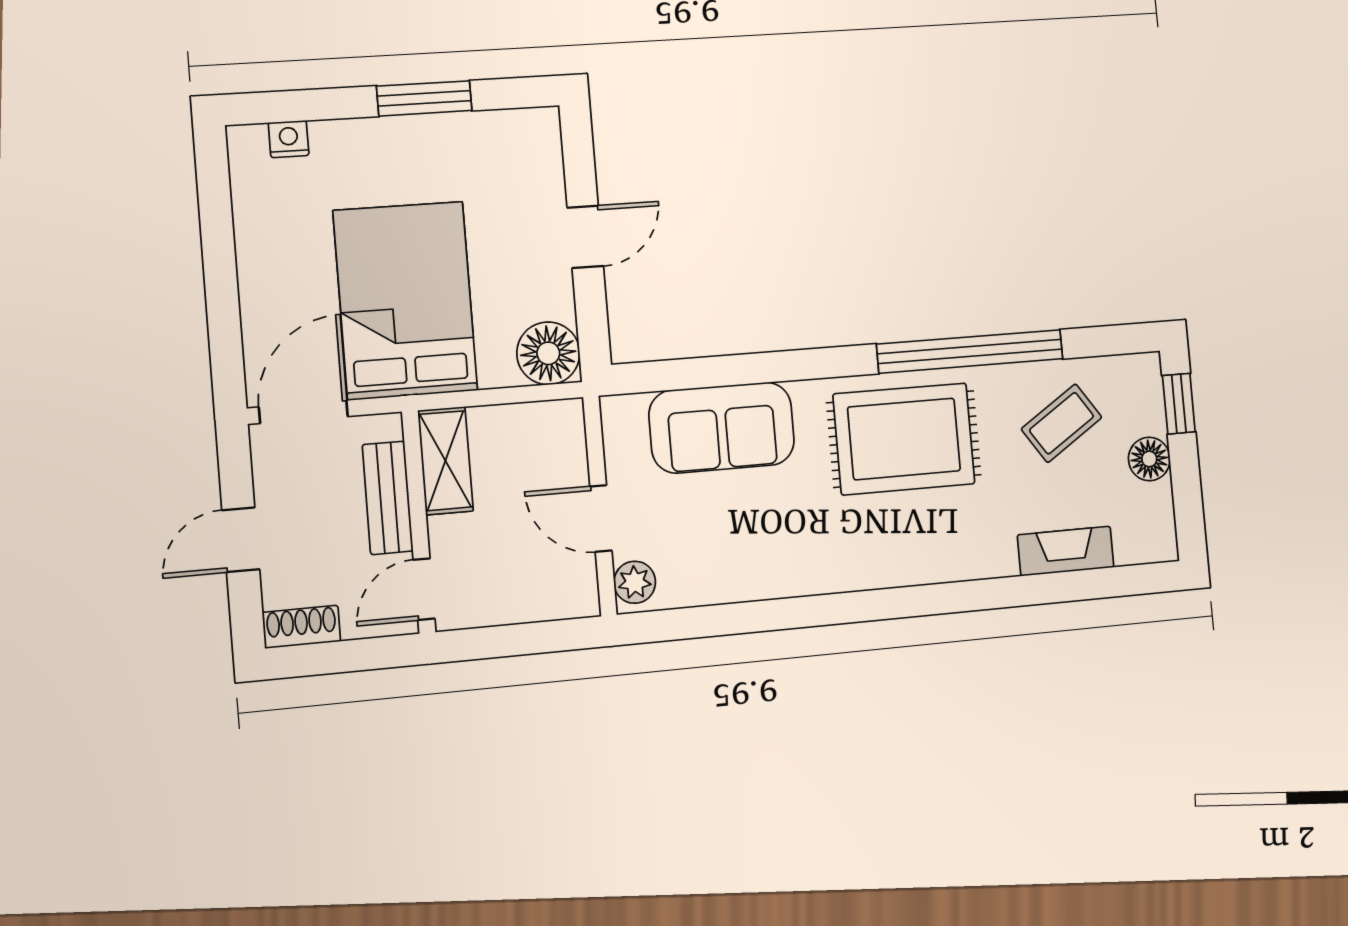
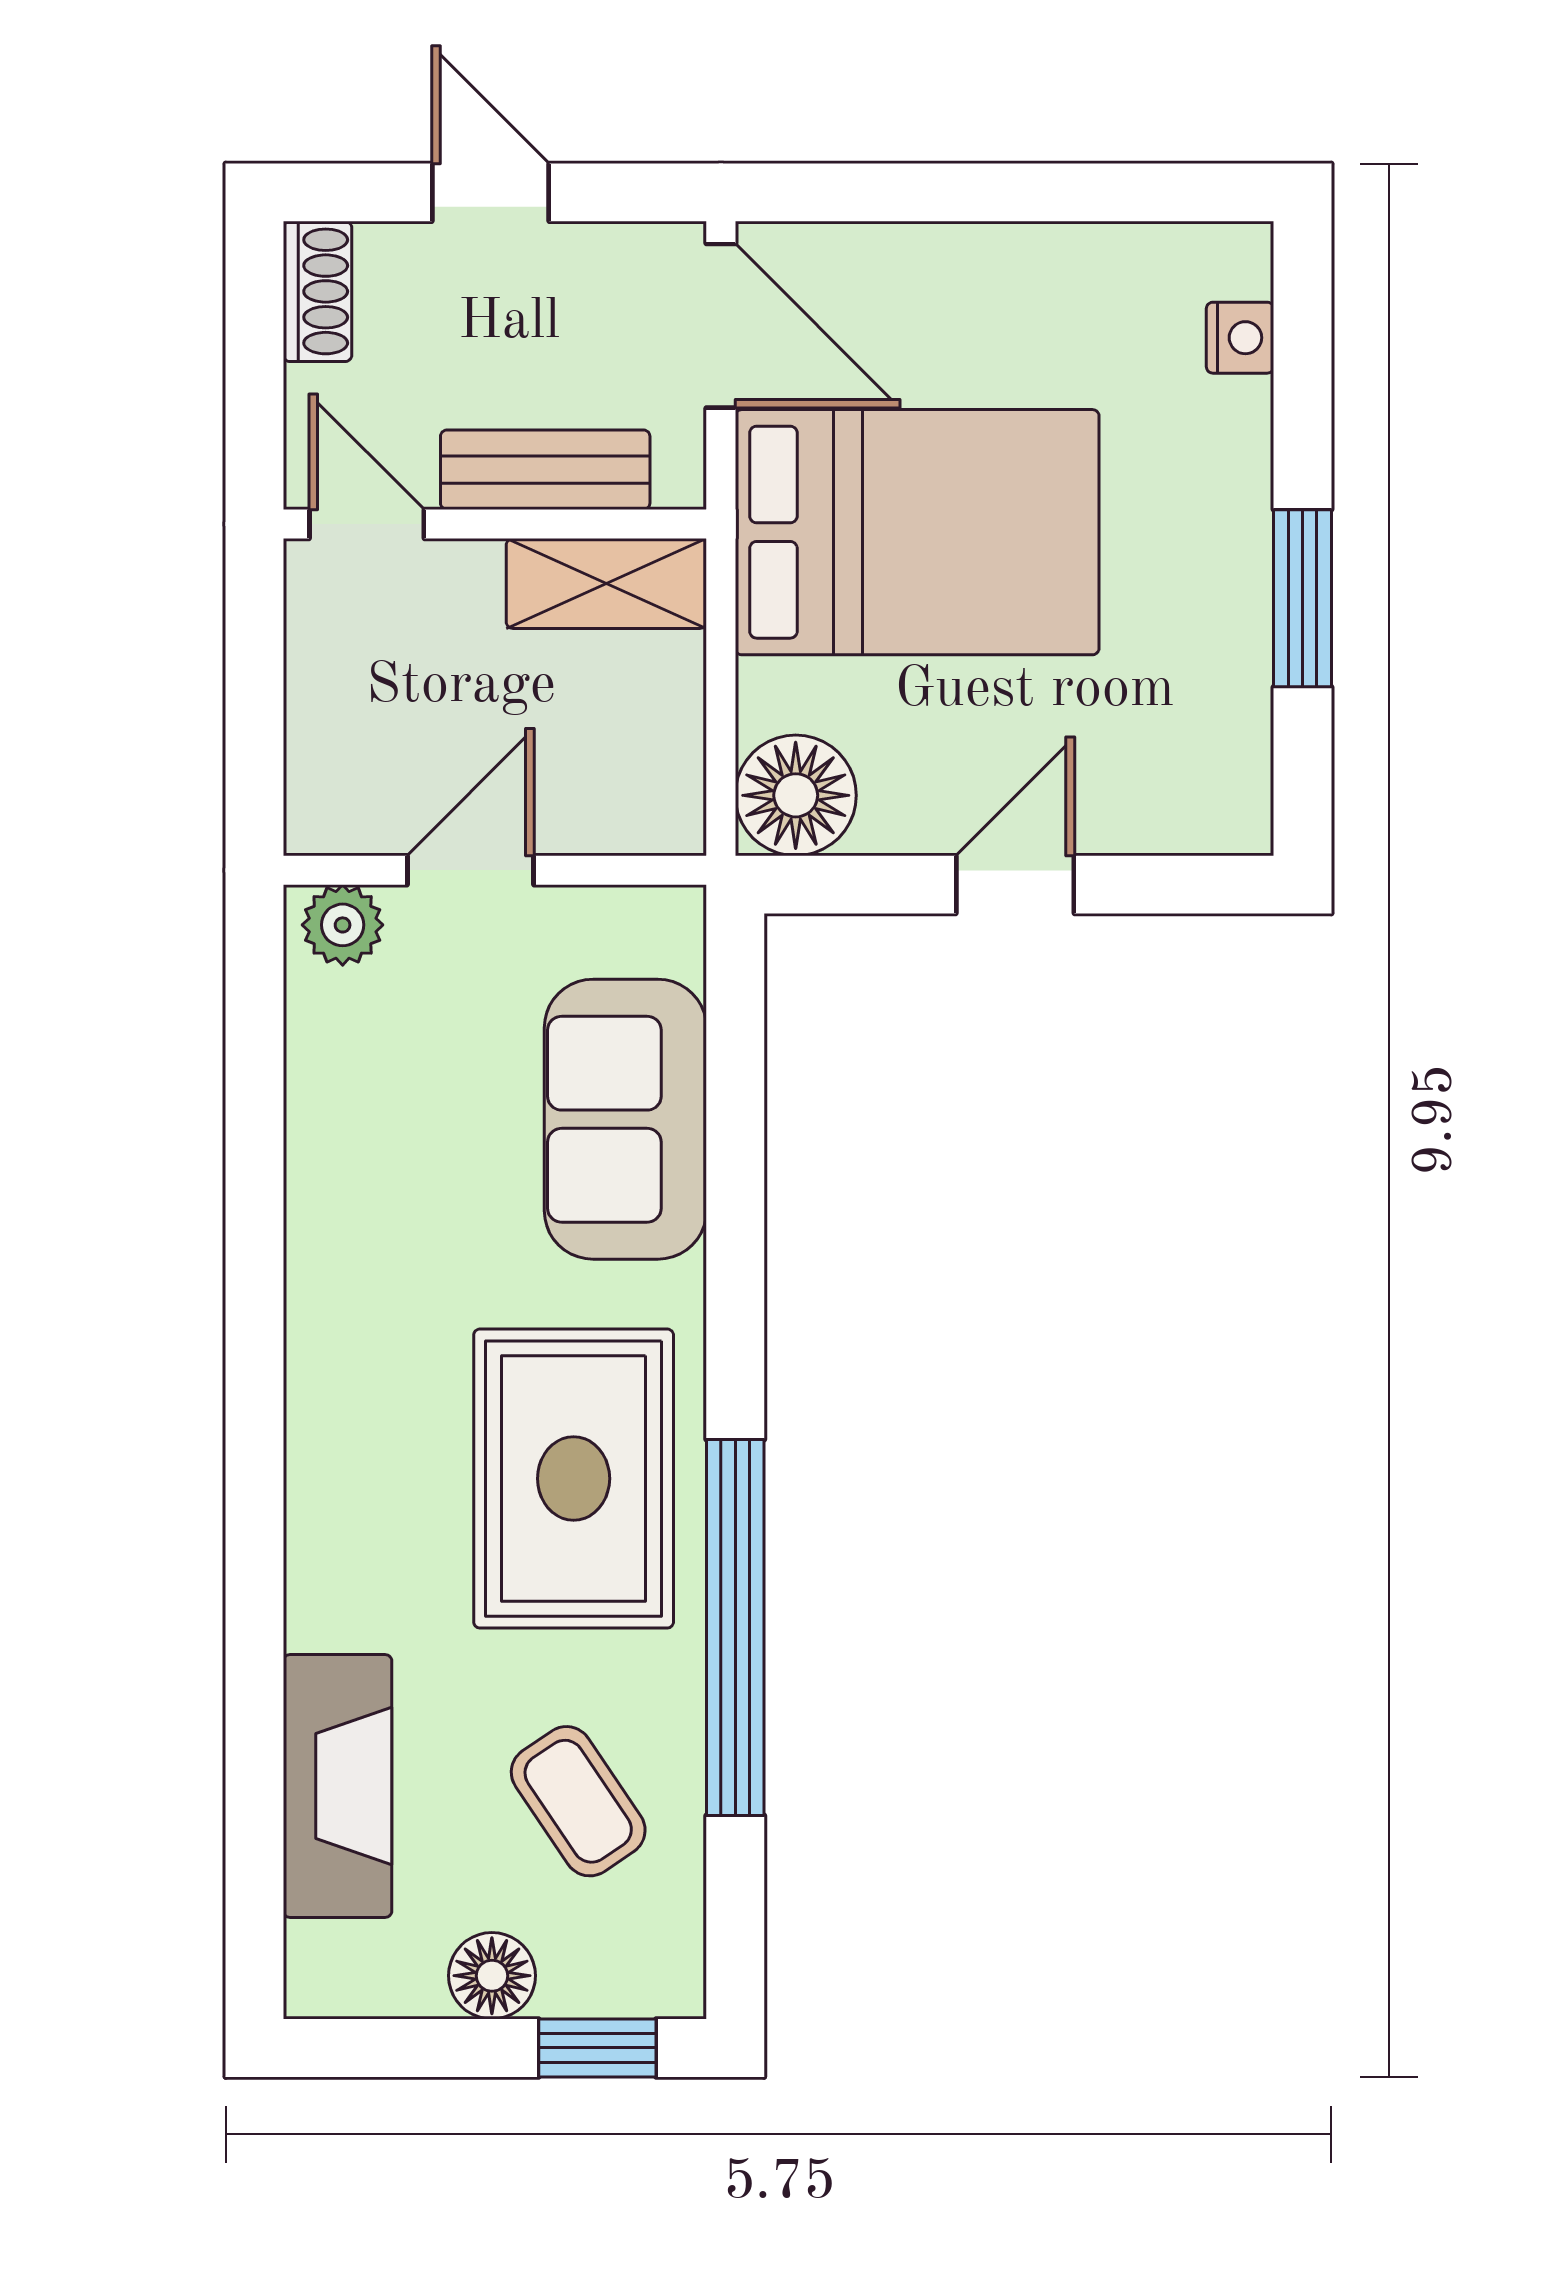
door: (585, 237) -> (1015, 885), swing flipped
fireplace: (1066, 551) -> (338, 1786), width x1.37, depth x1.32

